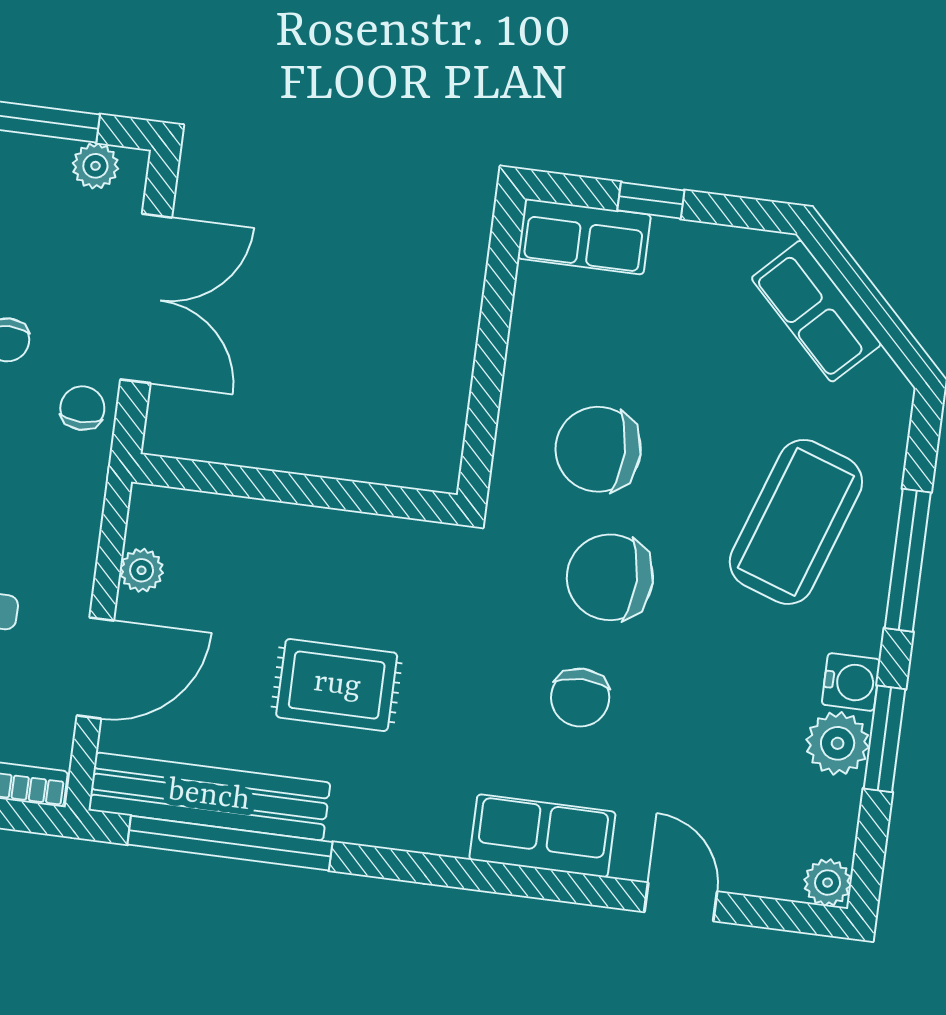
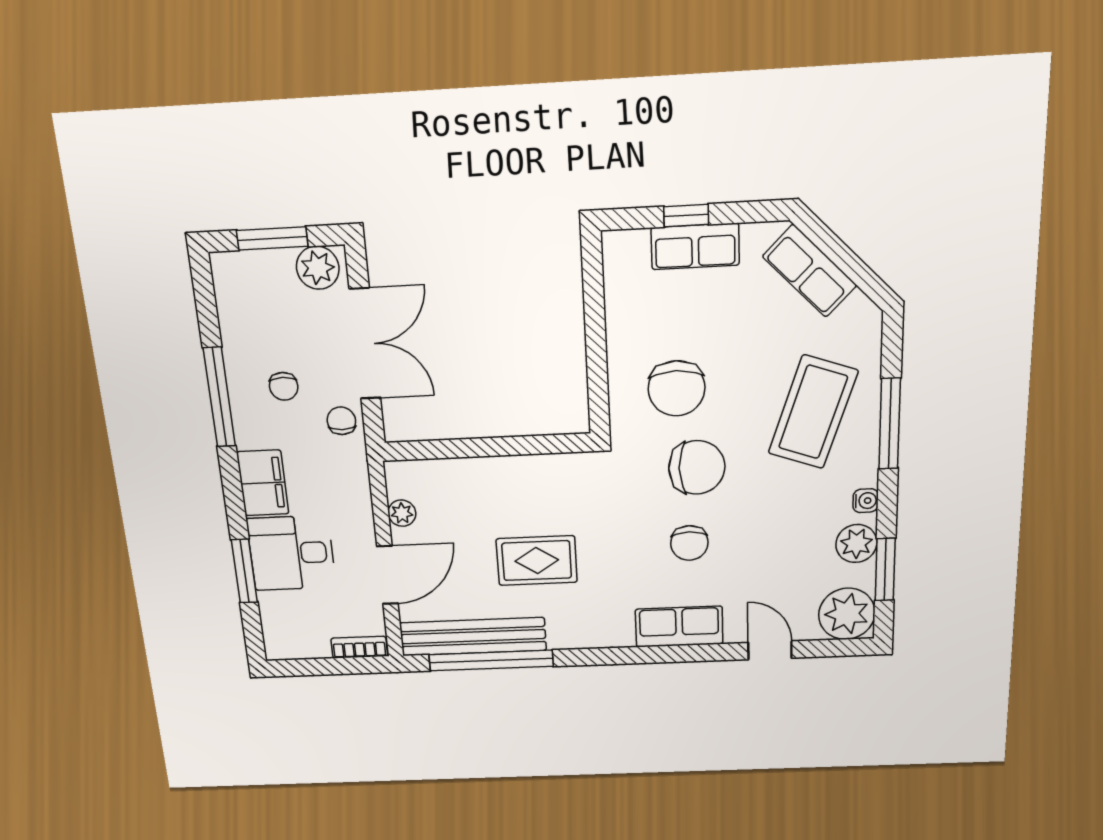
plant: (95, 166) -> (318, 268), width x1.38, depth x1.38
row of seats: (584, 237) -> (695, 246), moved
chair: (598, 449) -> (677, 388), turned -90
chair: (610, 577) -> (697, 467), turned 180
water cooler: (851, 682) -> (866, 501), width x0.72, depth x0.72
window: (885, 739) -> (885, 570), moved
plant: (828, 883) -> (847, 614), width x1.88, depth x1.88

